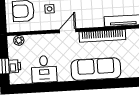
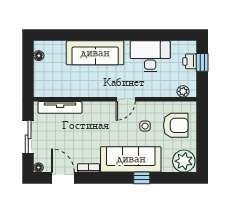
bookcase: (102, 36) -> (85, 91), removed
desk: (44, 69) -> (150, 56), width x1.37

